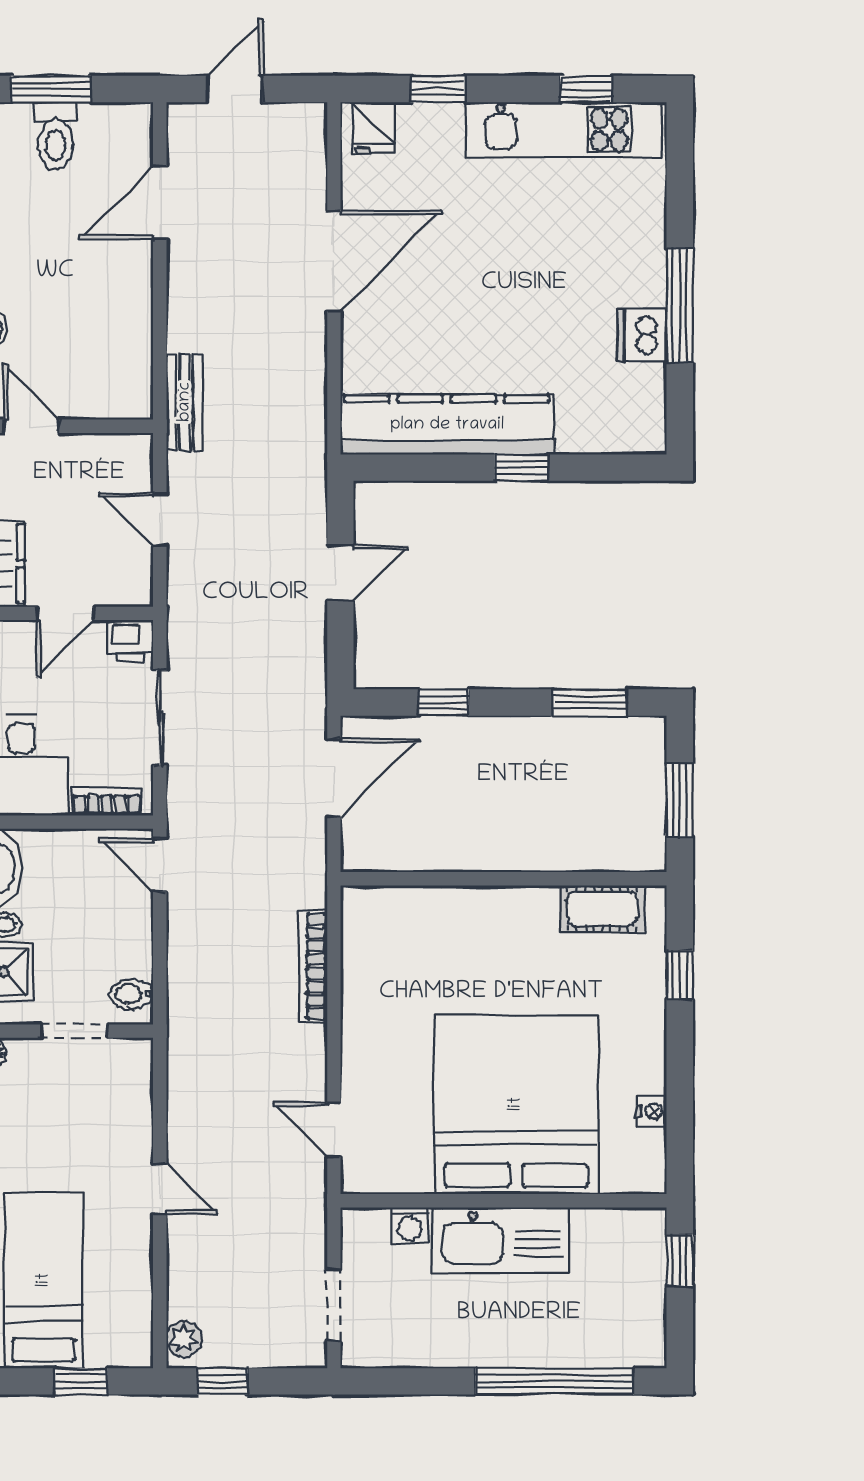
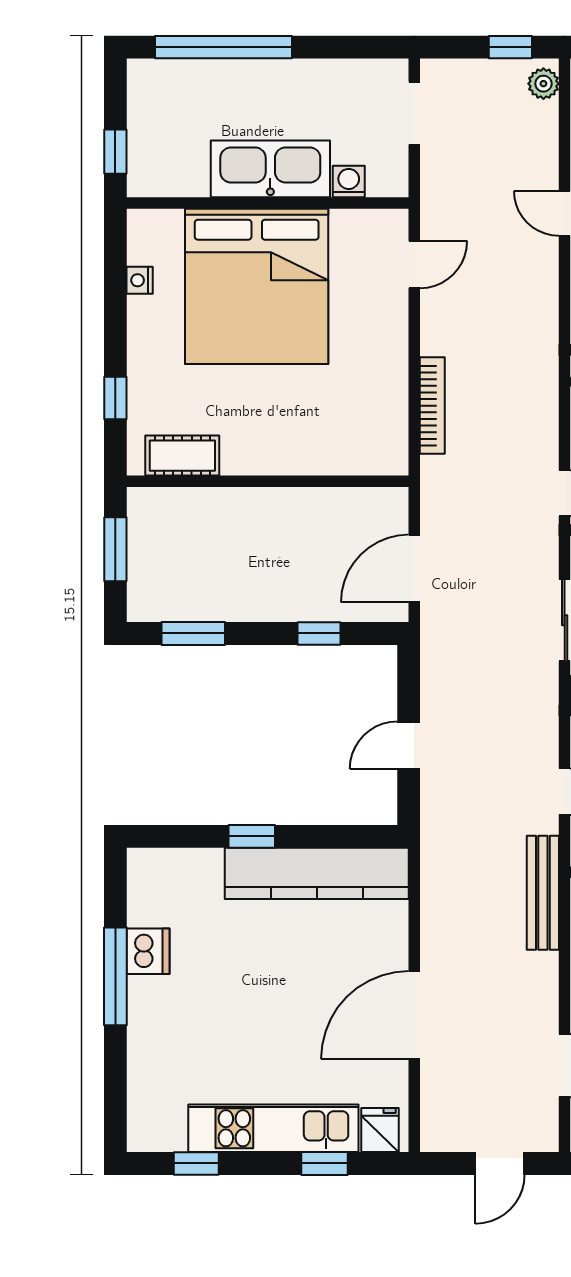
kitchen unit: (564, 130) -> (273, 1128), moved
bench: (185, 402) -> (543, 893), width x1.36
door: (334, 1130) -> (414, 265), hinge flipped

